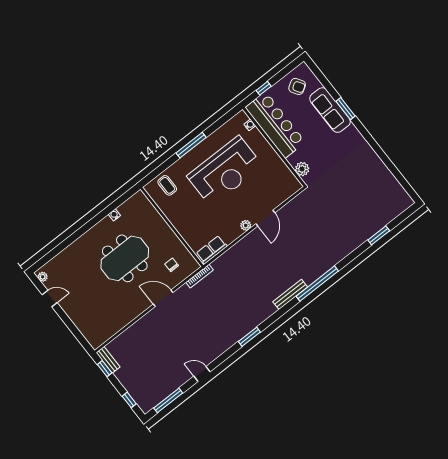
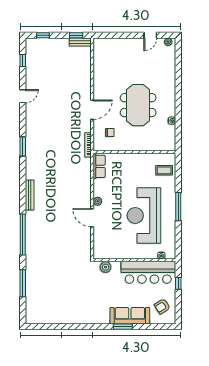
window: (379, 235) -> (23, 283), width x1.44
window: (317, 284) -> (23, 235), moved
window: (168, 400) -> (23, 60), width x0.46

